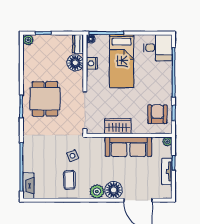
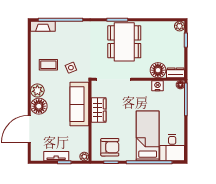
bed: (122, 61) -> (148, 136), moved, turned 90
dining table: (45, 99) -> (124, 42), width x1.38
sofa: (128, 147) -> (79, 104), moved

